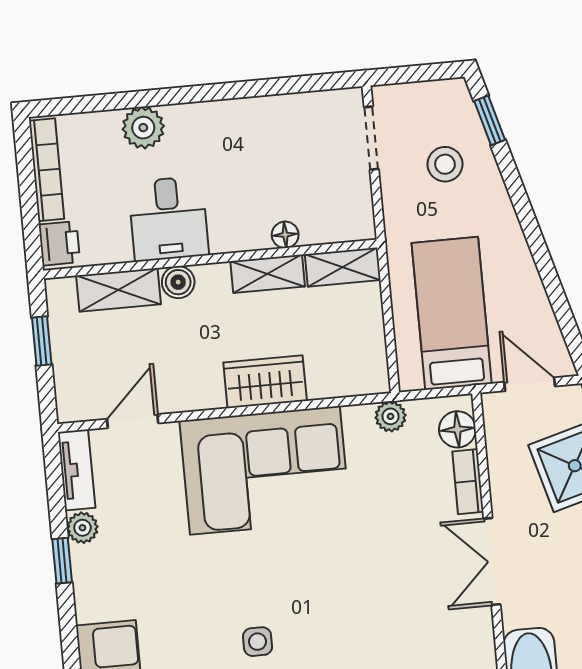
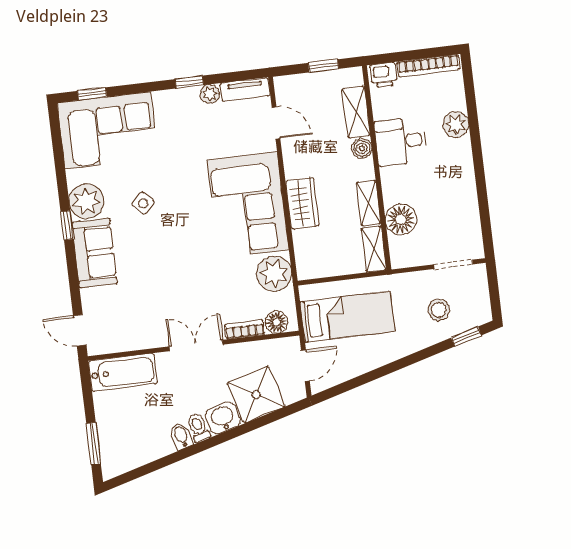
floor lamp: (285, 235) -> (401, 219), width x1.89, depth x1.89
plant: (391, 416) -> (274, 274), width x1.88, depth x1.88
side table: (258, 642) -> (143, 203), turned 45

